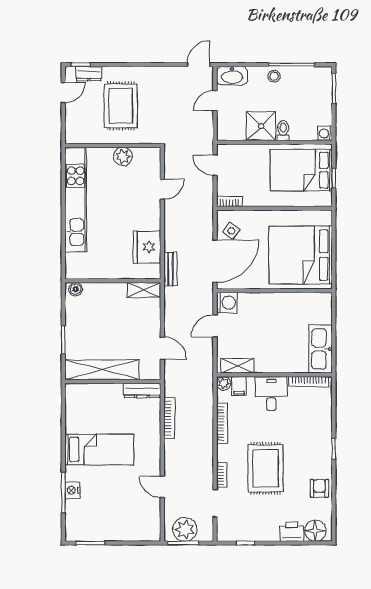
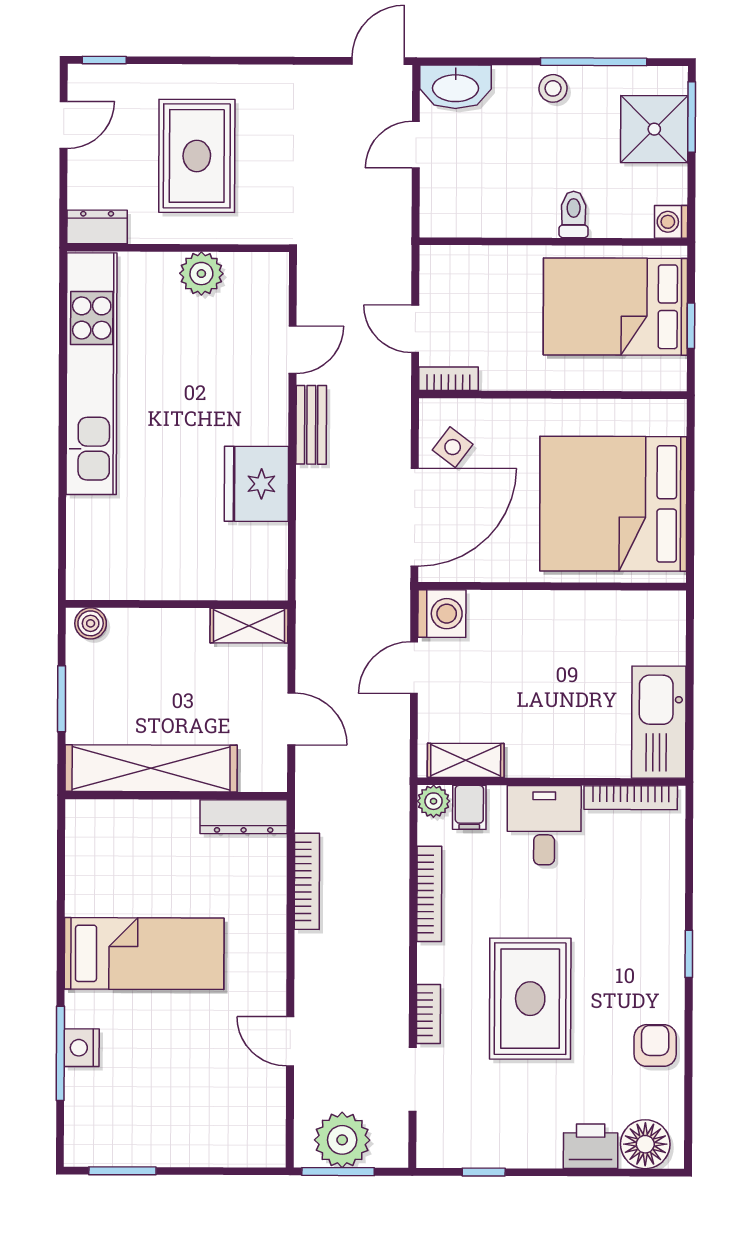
dresser: (89, 74) -> (97, 227), moved, turned 180
shower: (261, 126) -> (654, 129), moved
door: (215, 165) -> (415, 329), moved
bench: (170, 269) -> (311, 425), moved
wall: (113, 281) -> (177, 604), moved
boiler: (76, 289) -> (91, 623), moved
shelving: (144, 290) -> (249, 626), moved

